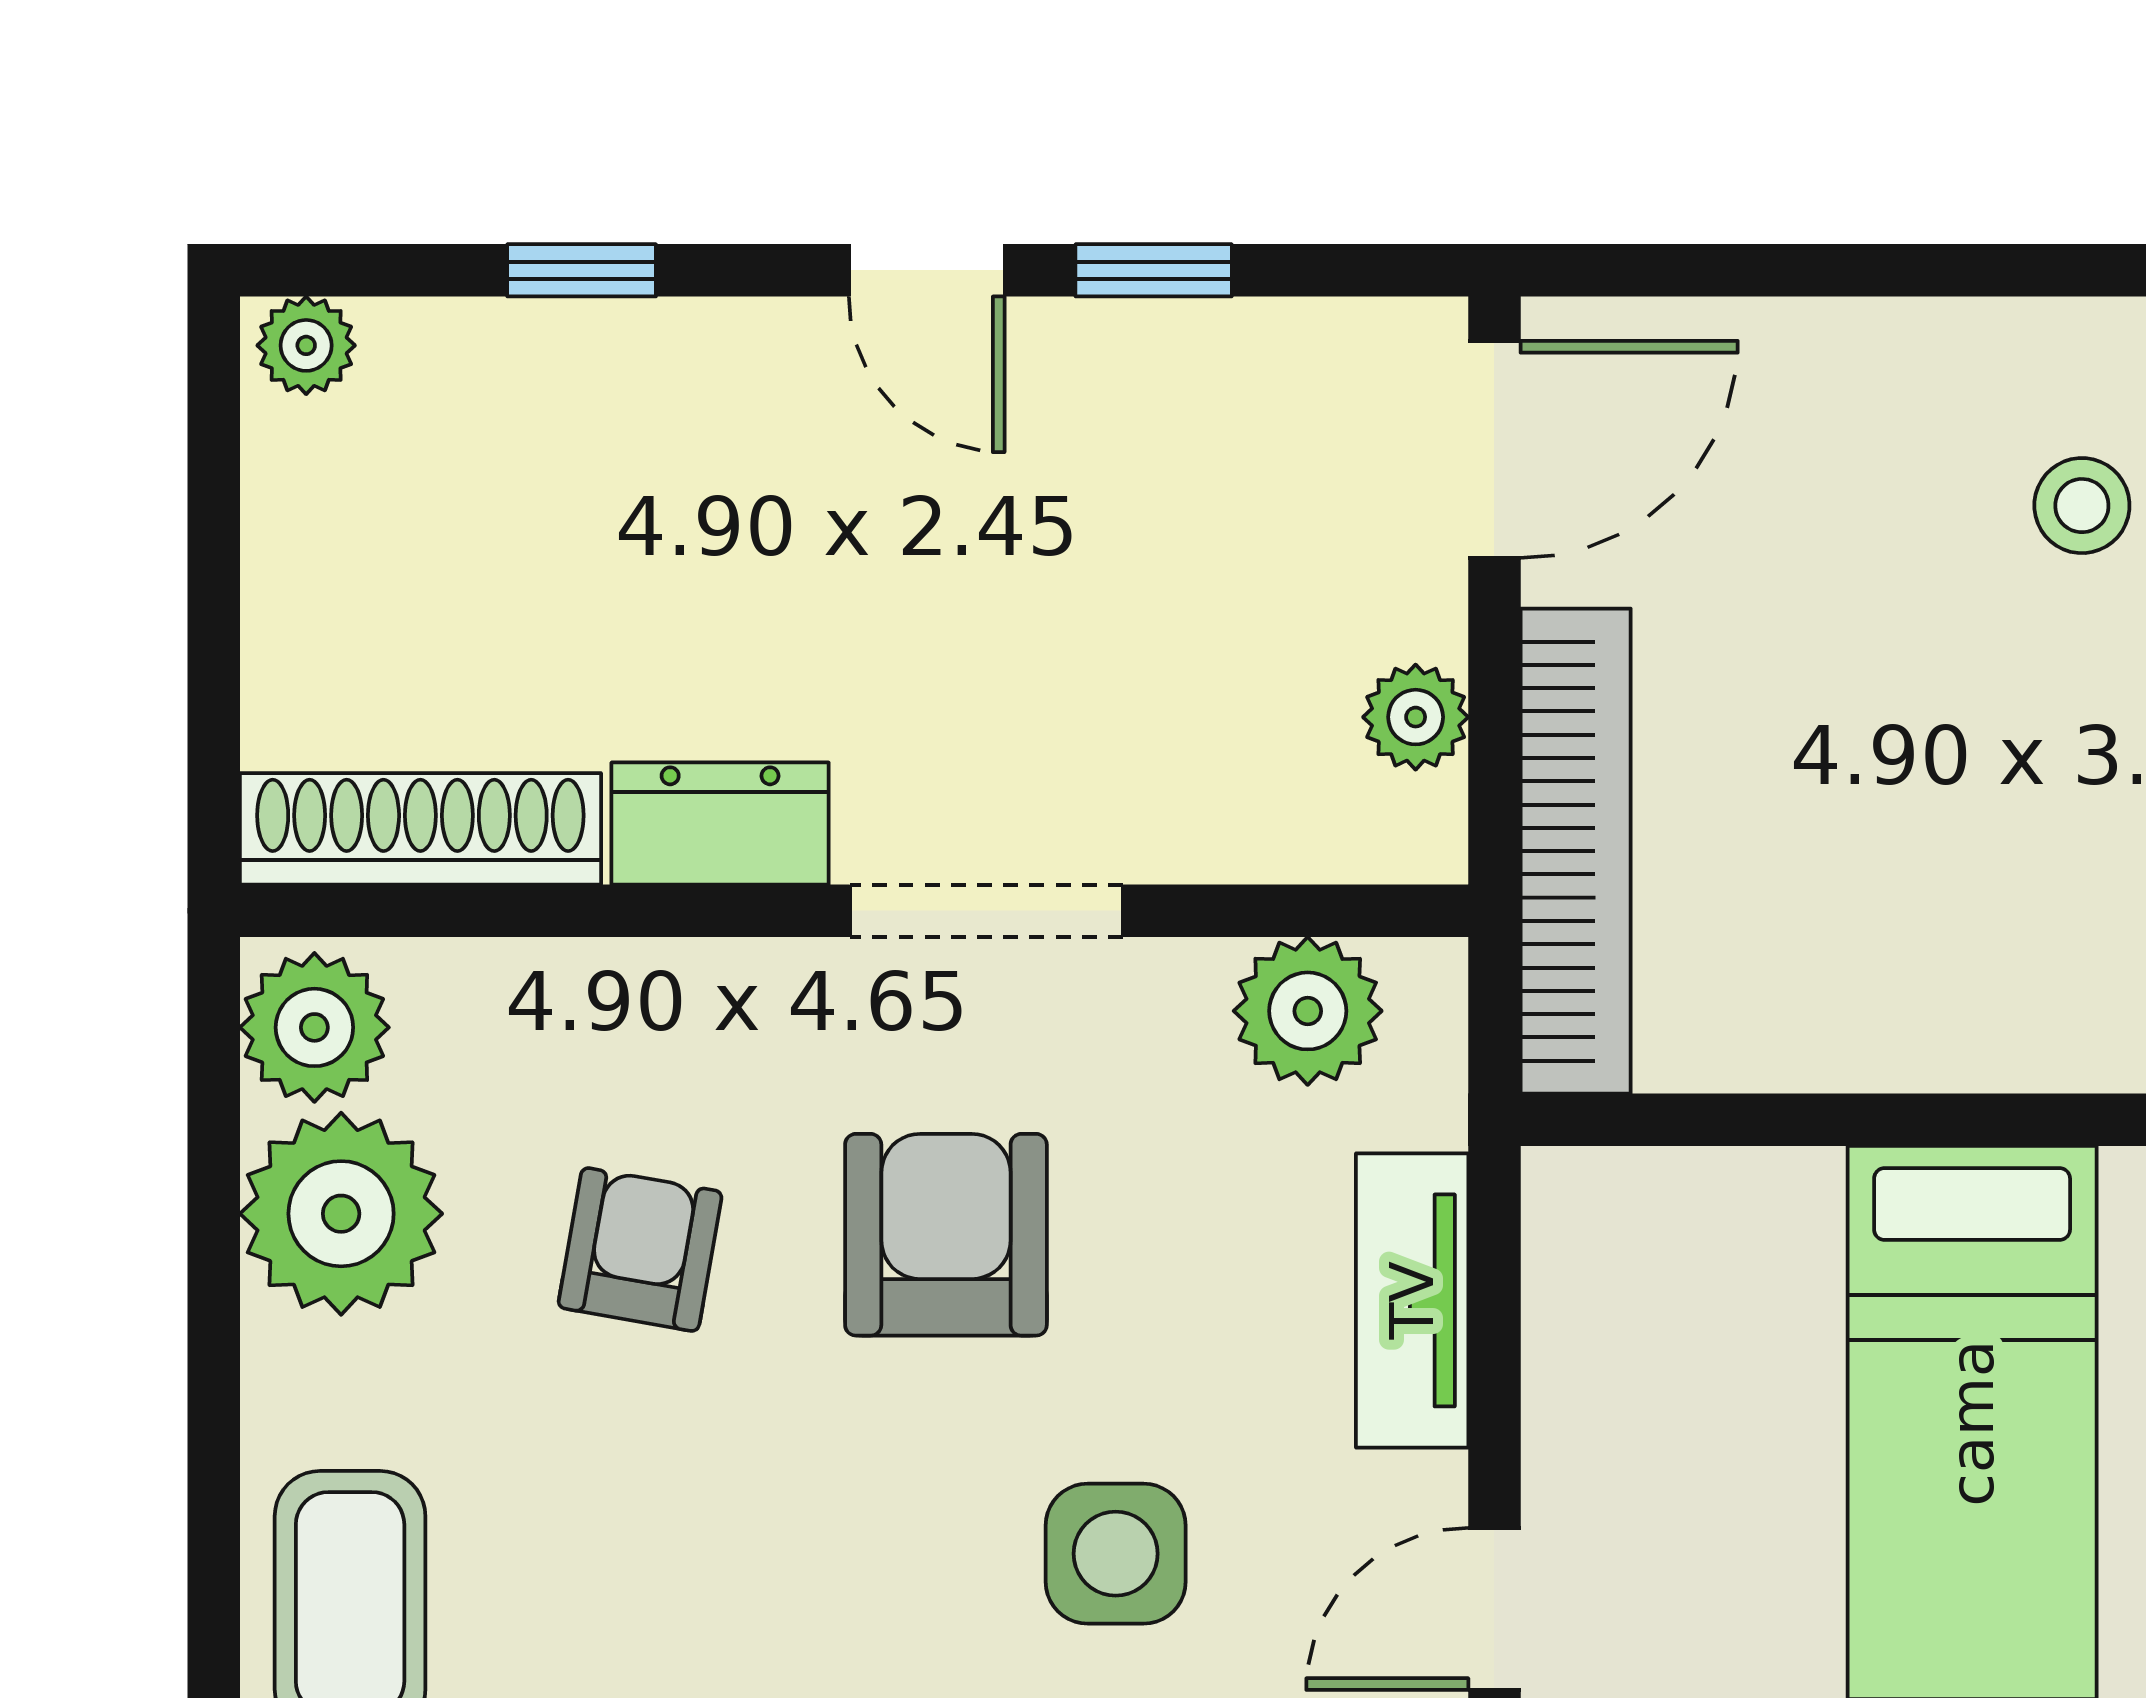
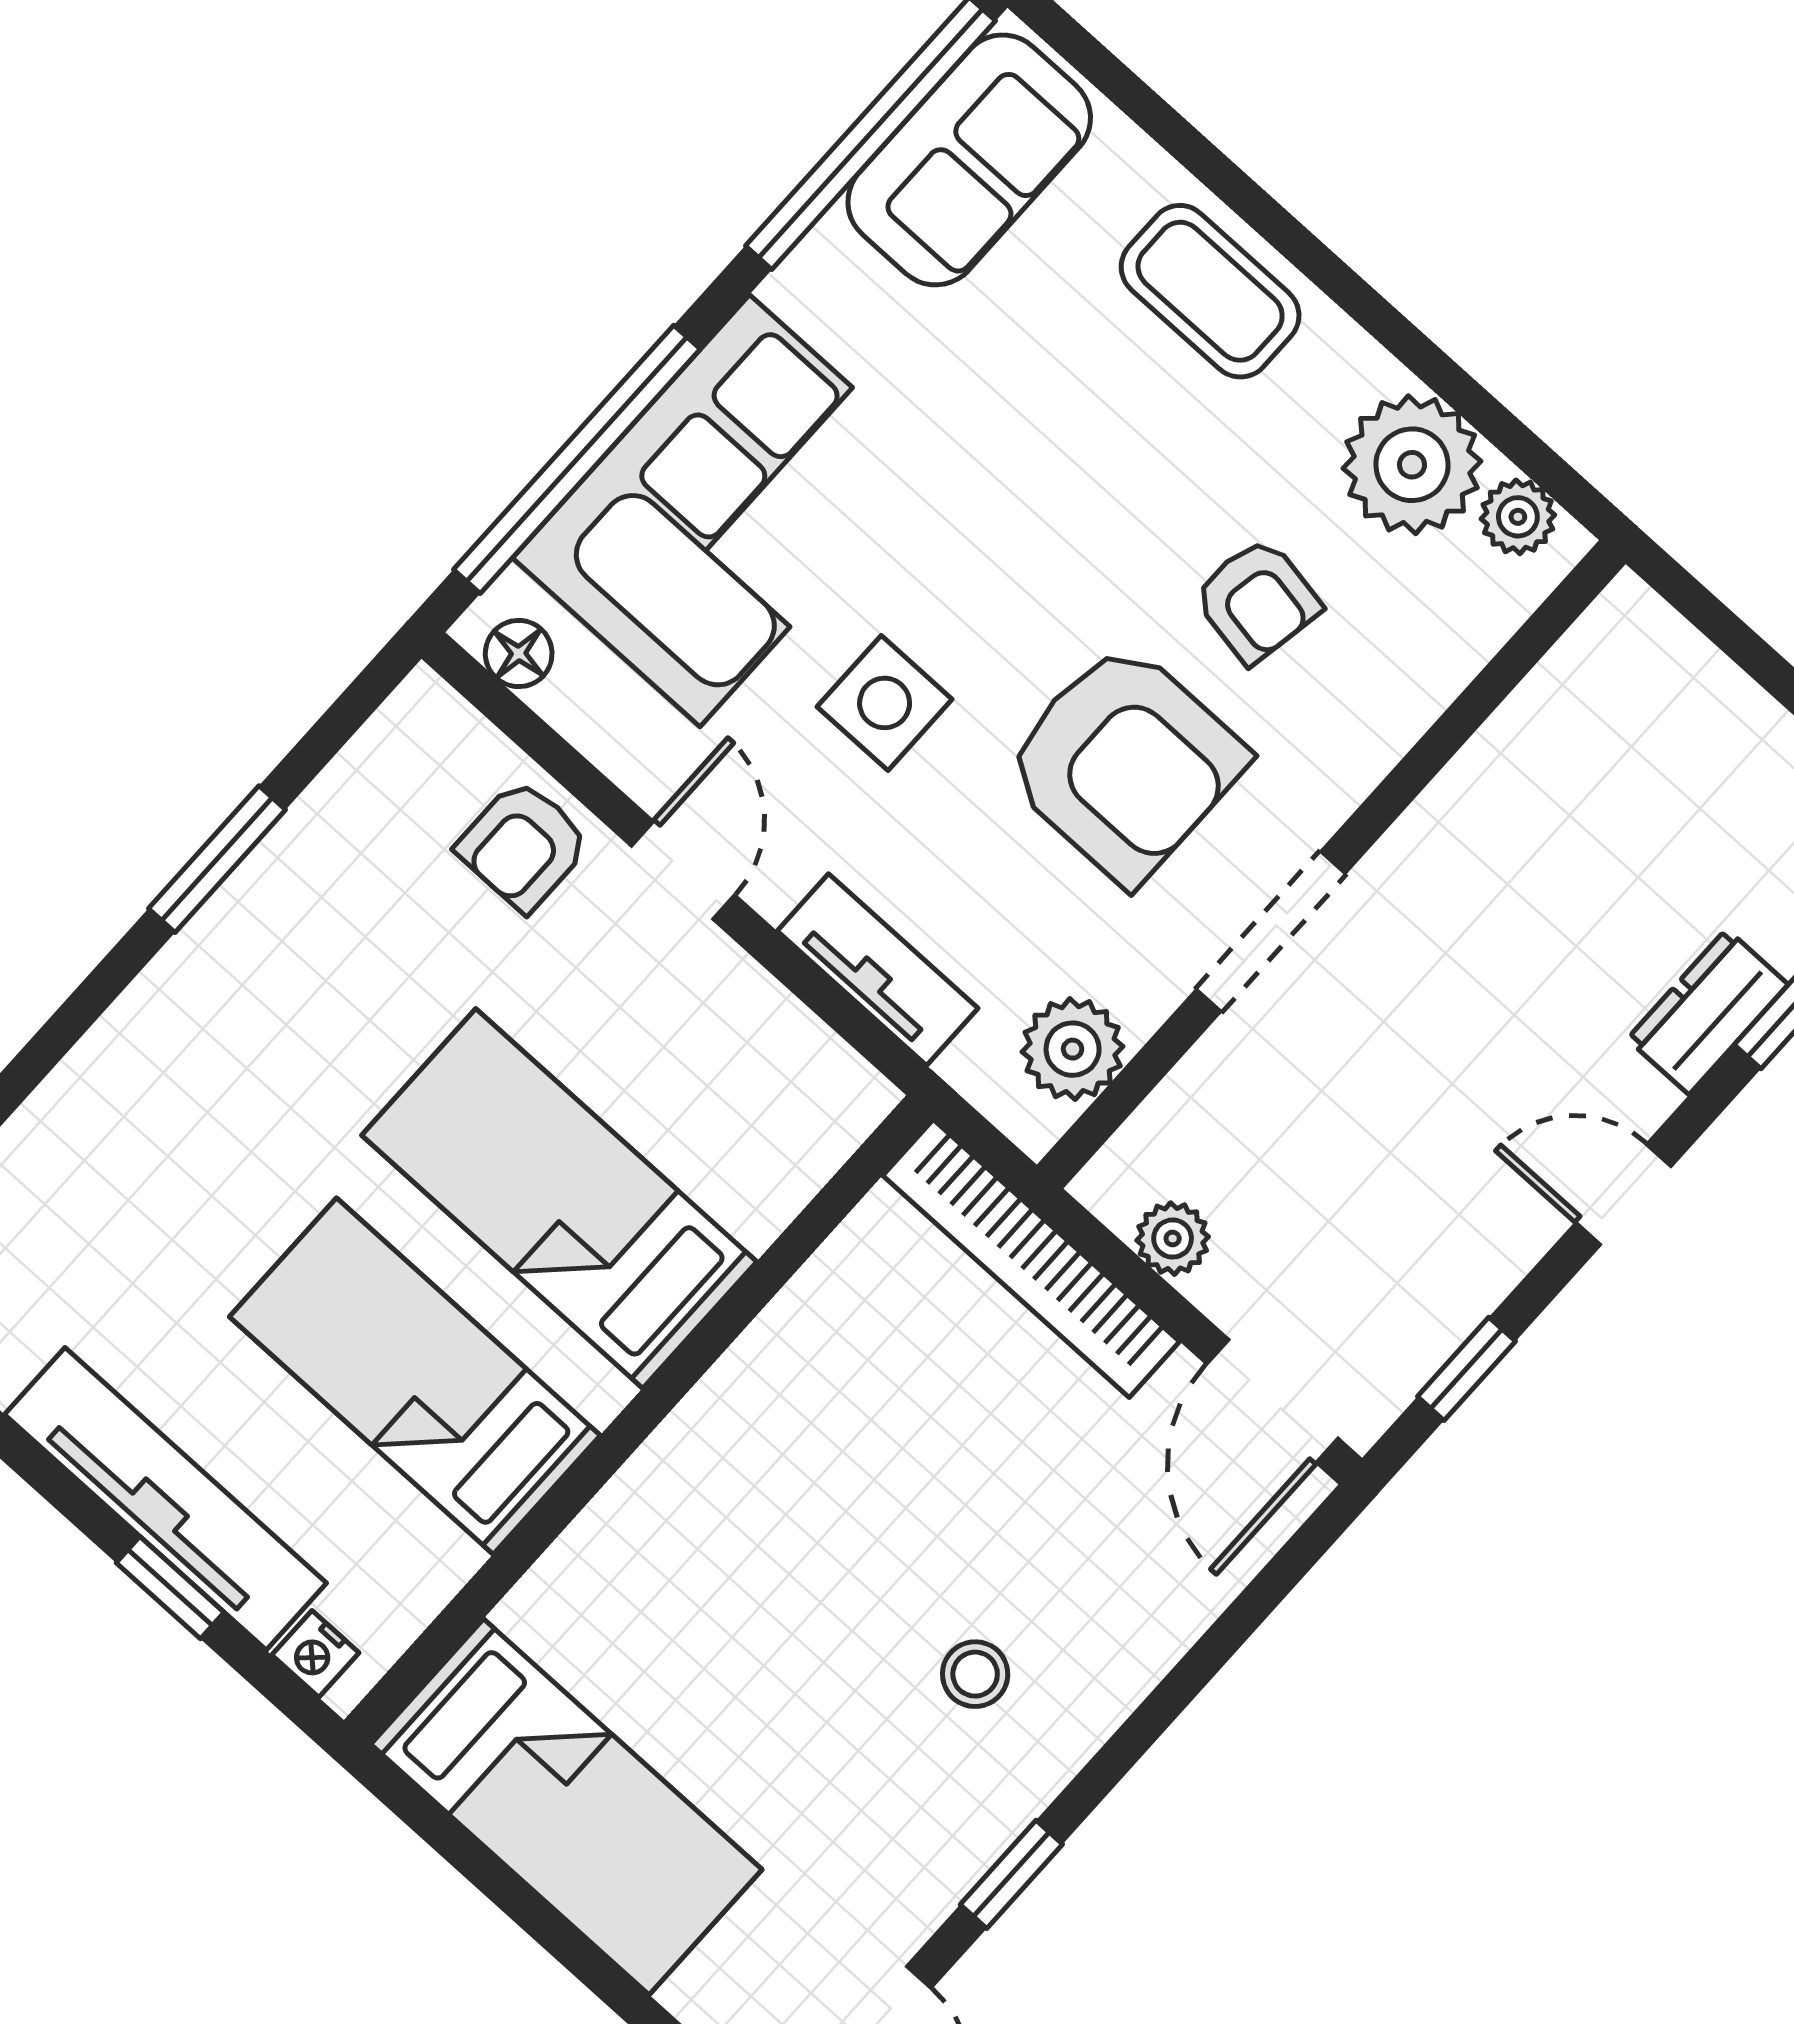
window: (1154, 270) -> (1466, 1369), moved
dresser: (720, 823) -> (1708, 1012), moved, turned 180
shoe rack: (420, 829) -> (1571, 681), removed
plant: (314, 1027) -> (1518, 517), width x0.73, depth x0.73
armchair: (946, 1235) -> (1124, 763), width x1.36, depth x1.36

